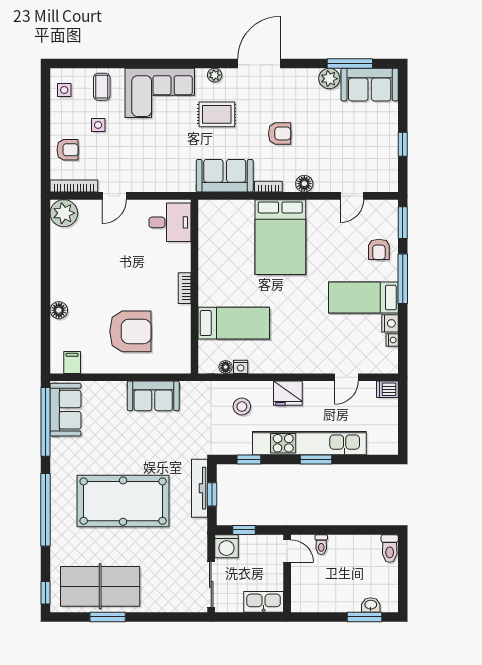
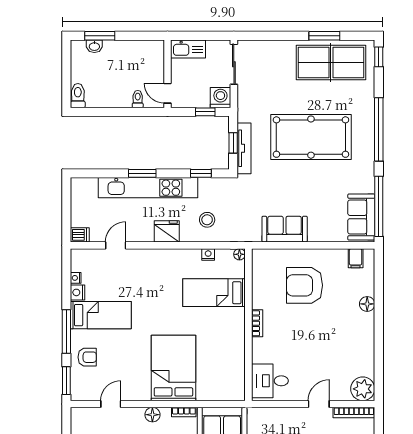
armchair: (379, 249) -> (87, 357), turned 90
floor lamp: (226, 367) -> (239, 254), moved

